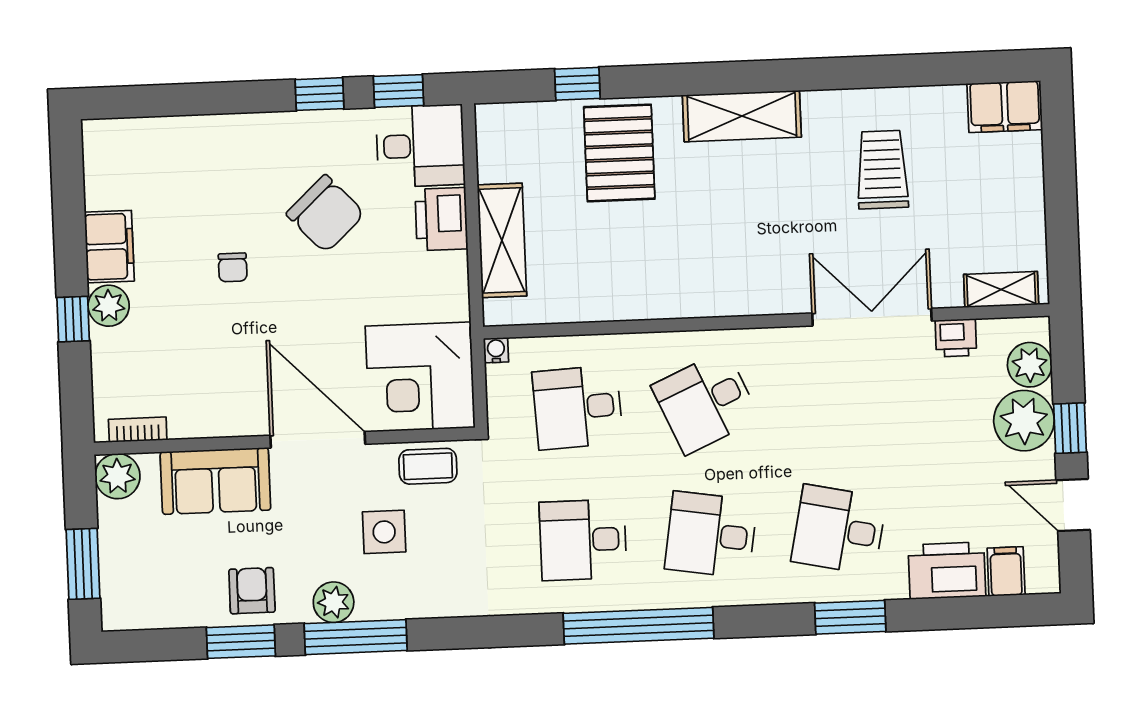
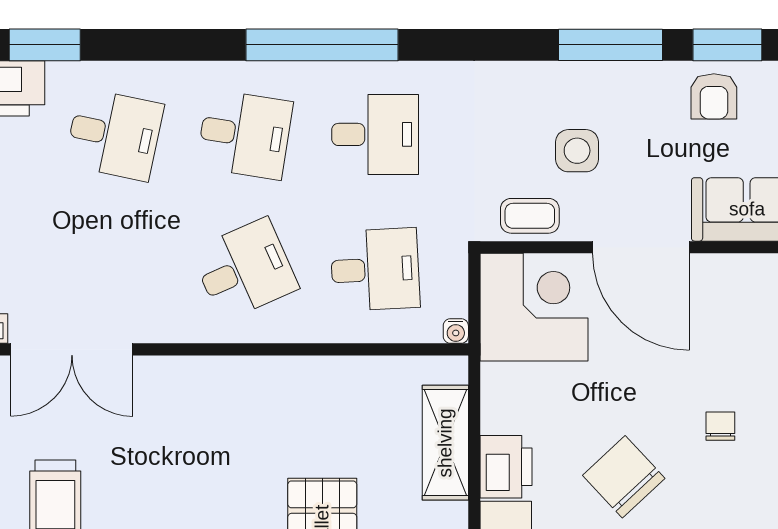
plant: (334, 602) -> (631, 81), removed
window: (850, 617) -> (45, 45), moved

